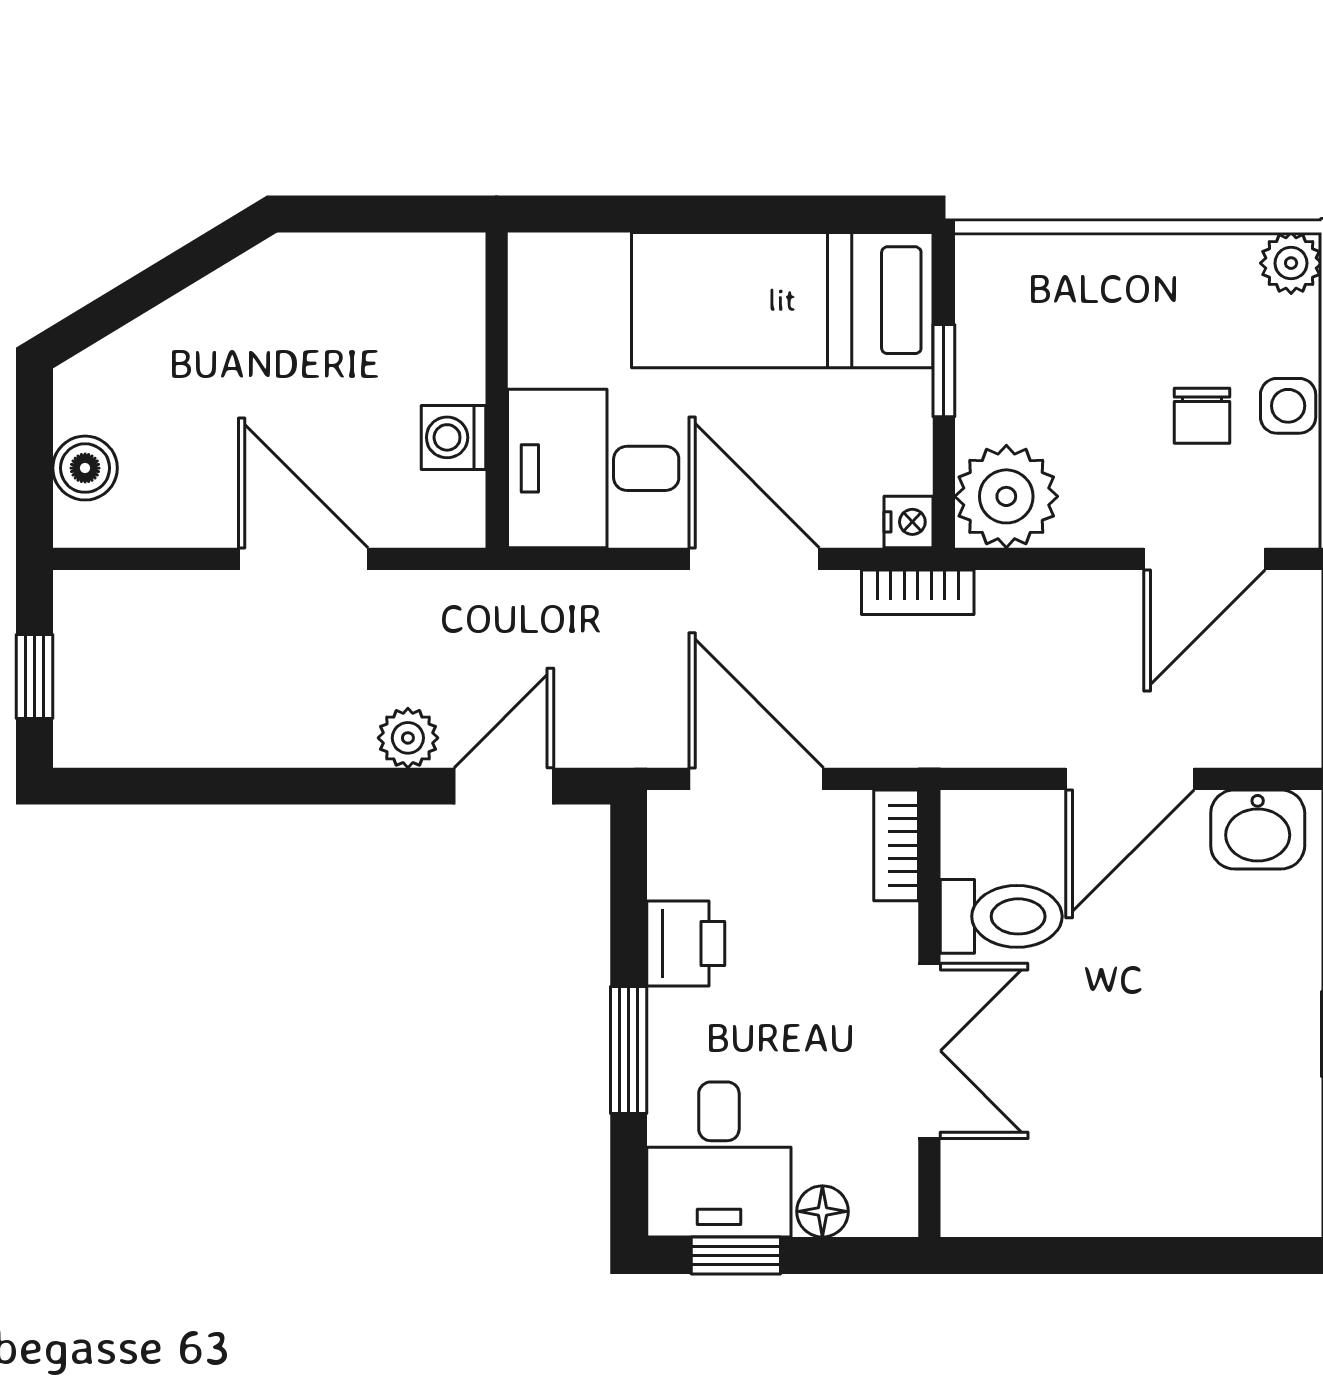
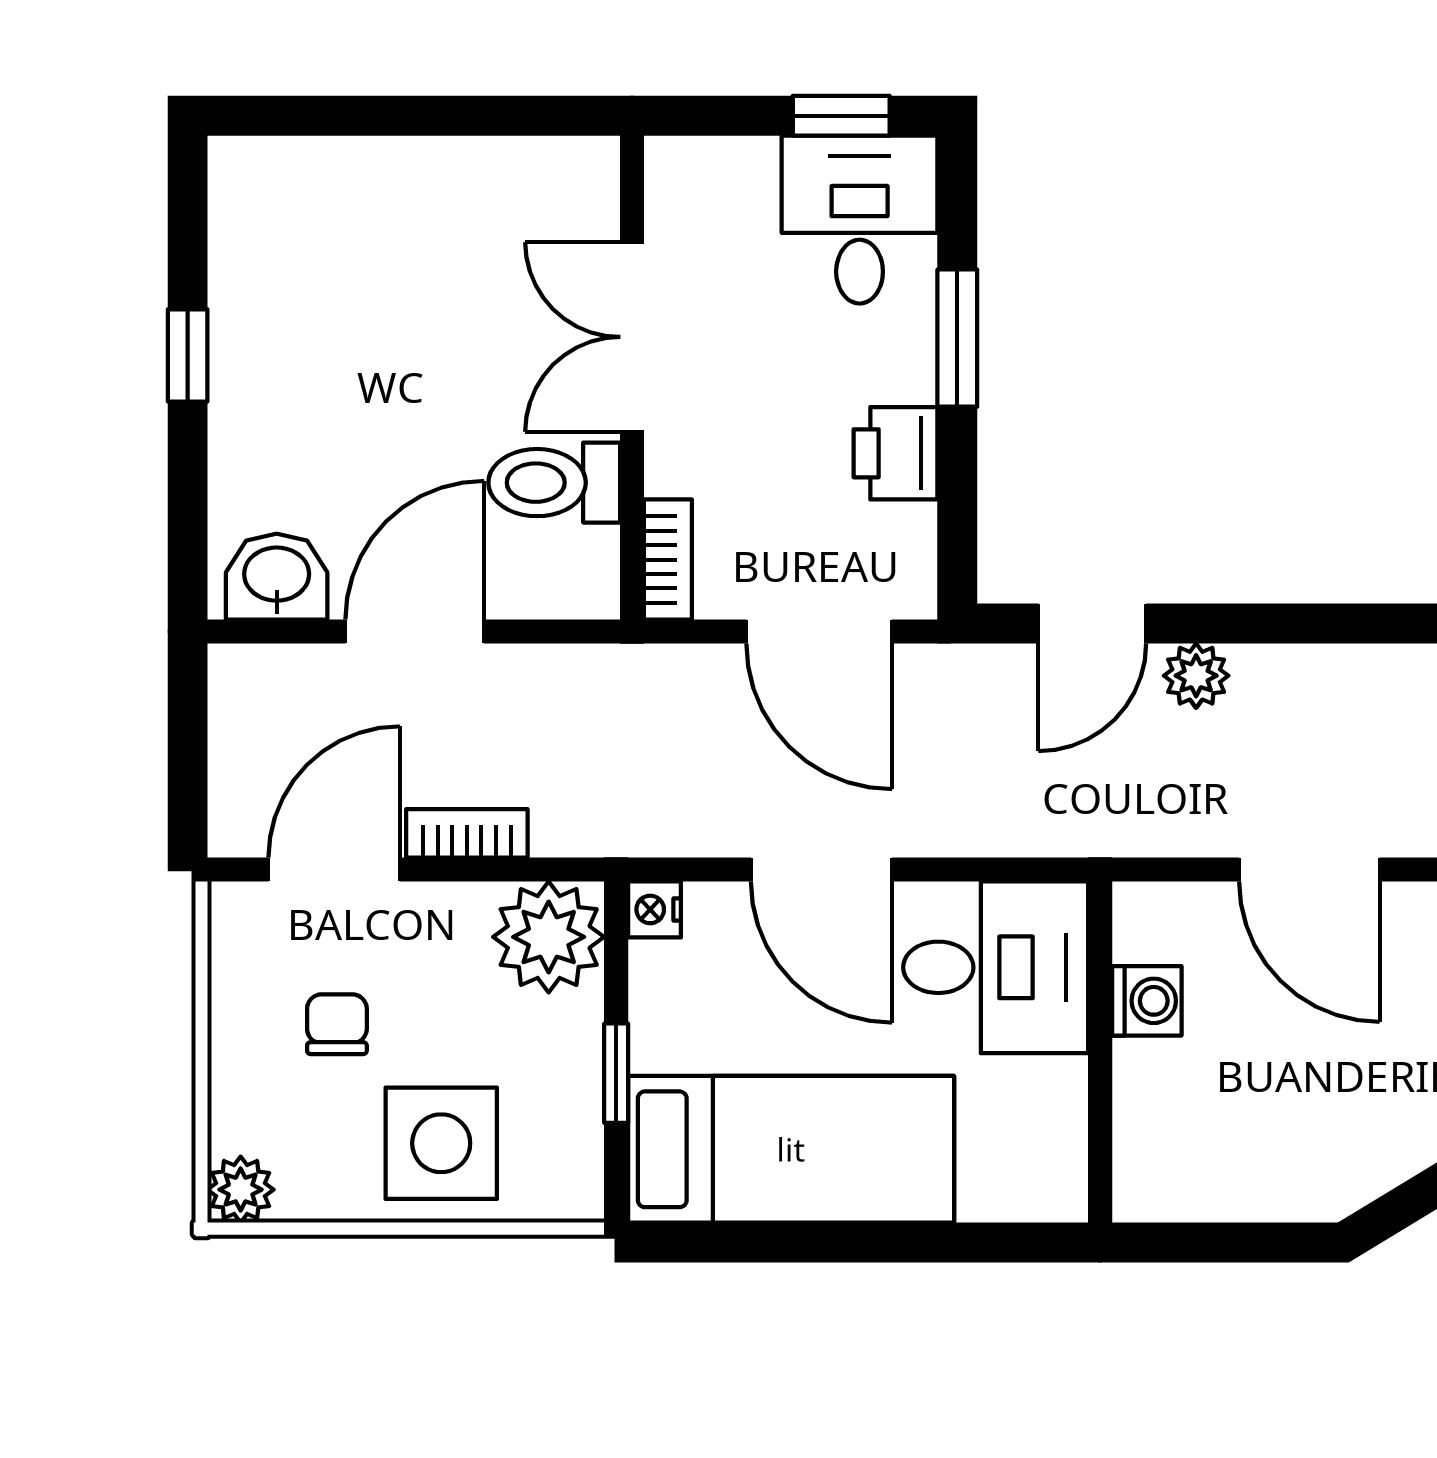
side table: (1288, 406) -> (441, 1143), moved, width x1.87, depth x1.87
bookcase: (918, 592) -> (467, 833), moved
floor lamp: (822, 1211) -> (748, 163), removed

